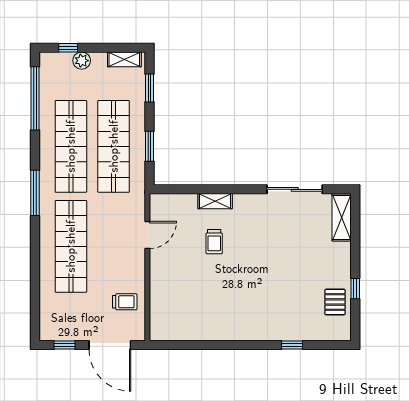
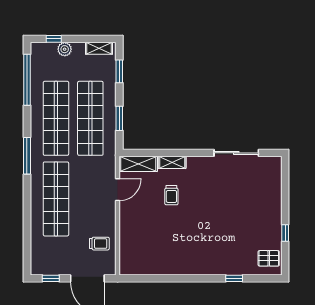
shelving: (342, 217) -> (138, 164), moved, turned 90
pallet: (335, 302) -> (269, 258), moved, turned 90

